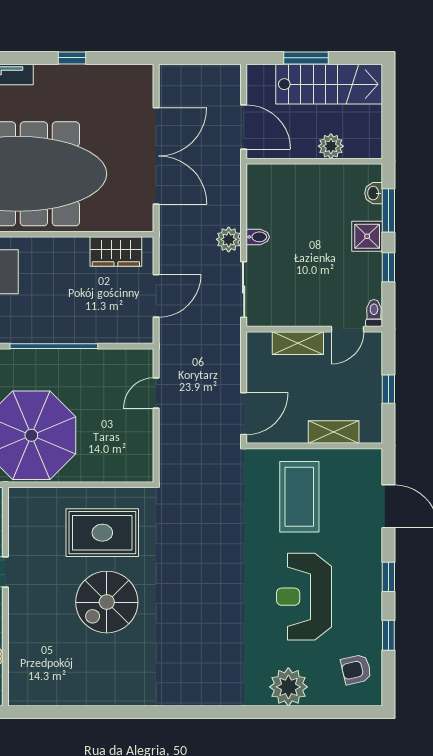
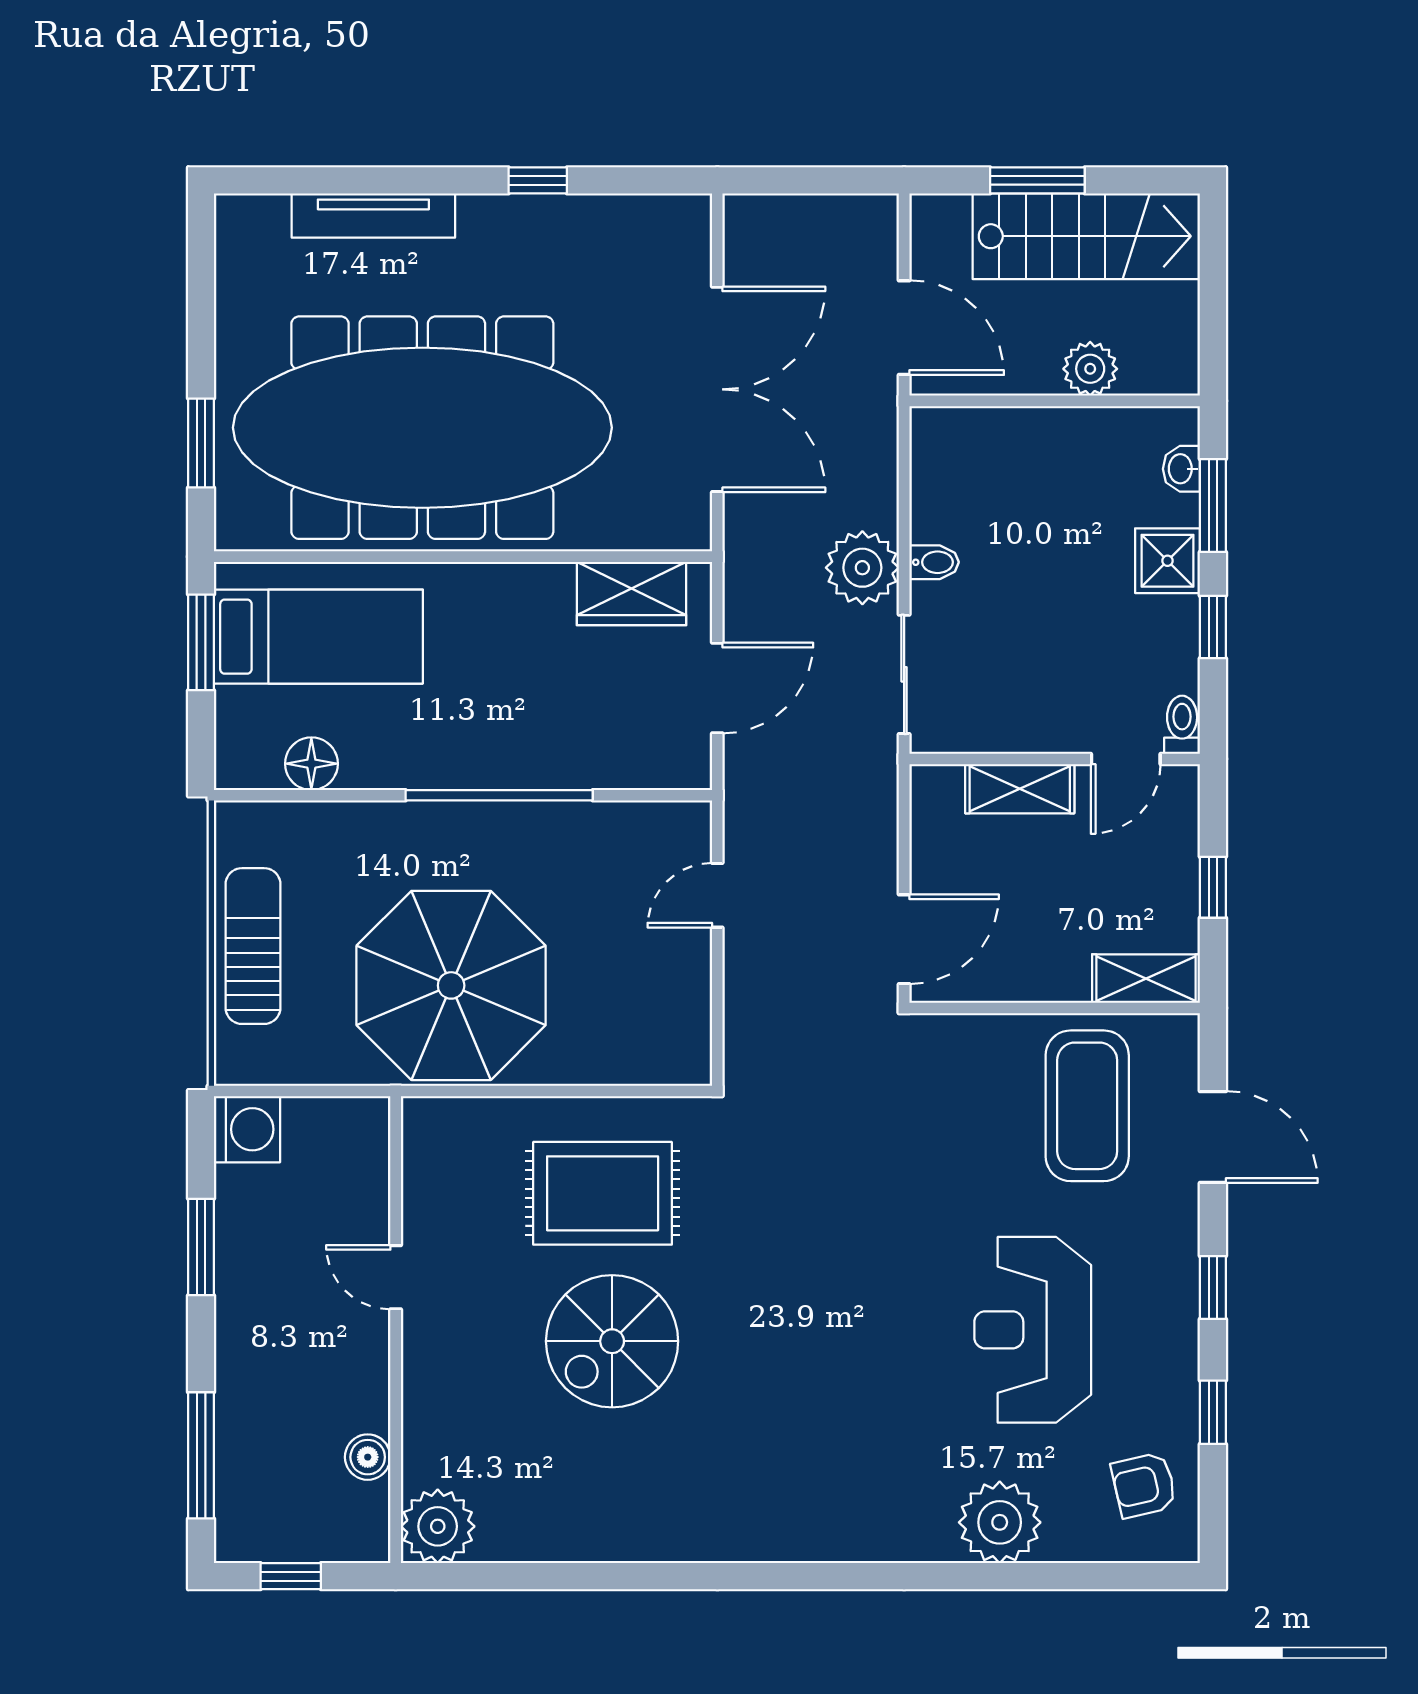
plant: (229, 239) -> (862, 568), width x1.36, depth x1.36
shelving: (334, 432) -> (1146, 979), moved
coffee table: (299, 497) -> (1087, 1106), moved
plant: (25, 689) -> (438, 1526), added

